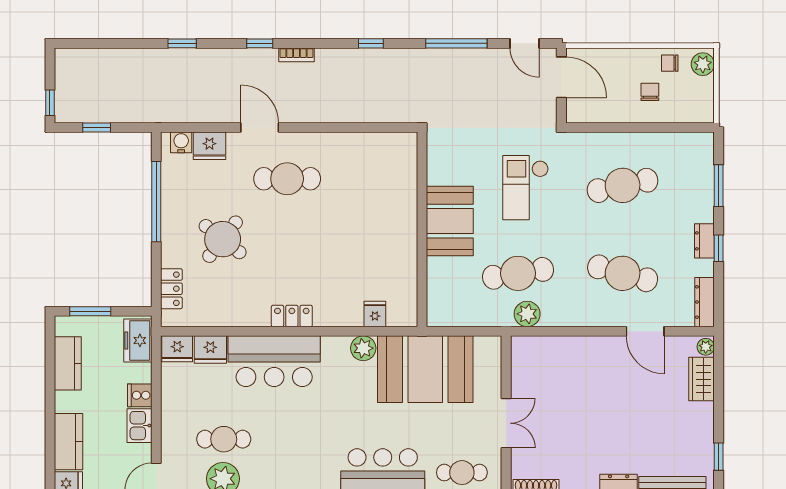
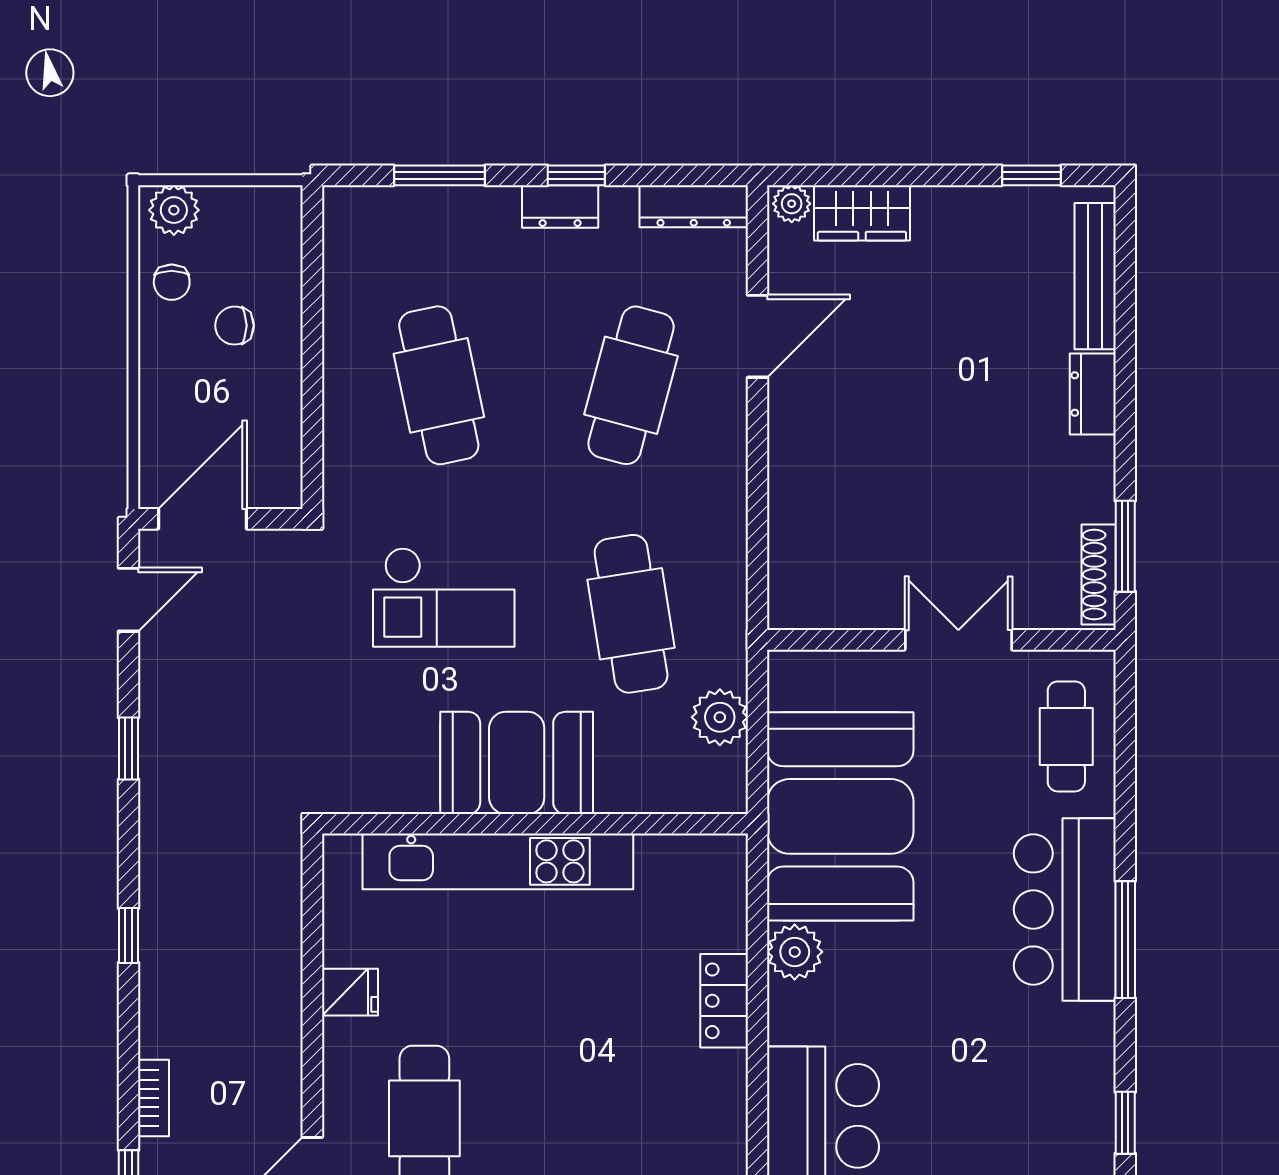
window: (456, 43) -> (129, 748), width x0.46
kitchen unit: (405, 212) -> (498, 861), added
fridge: (375, 314) -> (350, 992), moved, turned 180
plant: (527, 314) -> (720, 717), moved
locker: (292, 316) -> (724, 1001), moved

